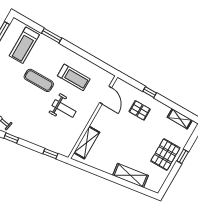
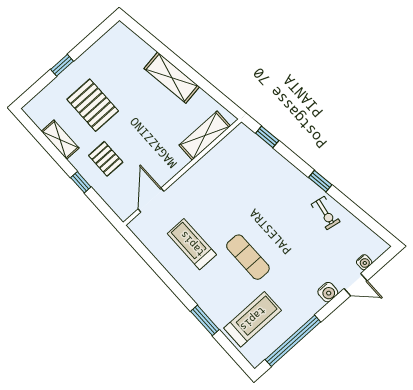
weight bench: (64, 108) -> (223, 200), removed
shelving: (180, 119) -> (60, 140), moved
pallet: (165, 154) -> (93, 105), moved, turned 90
shelving: (131, 175) -> (172, 78), moved

